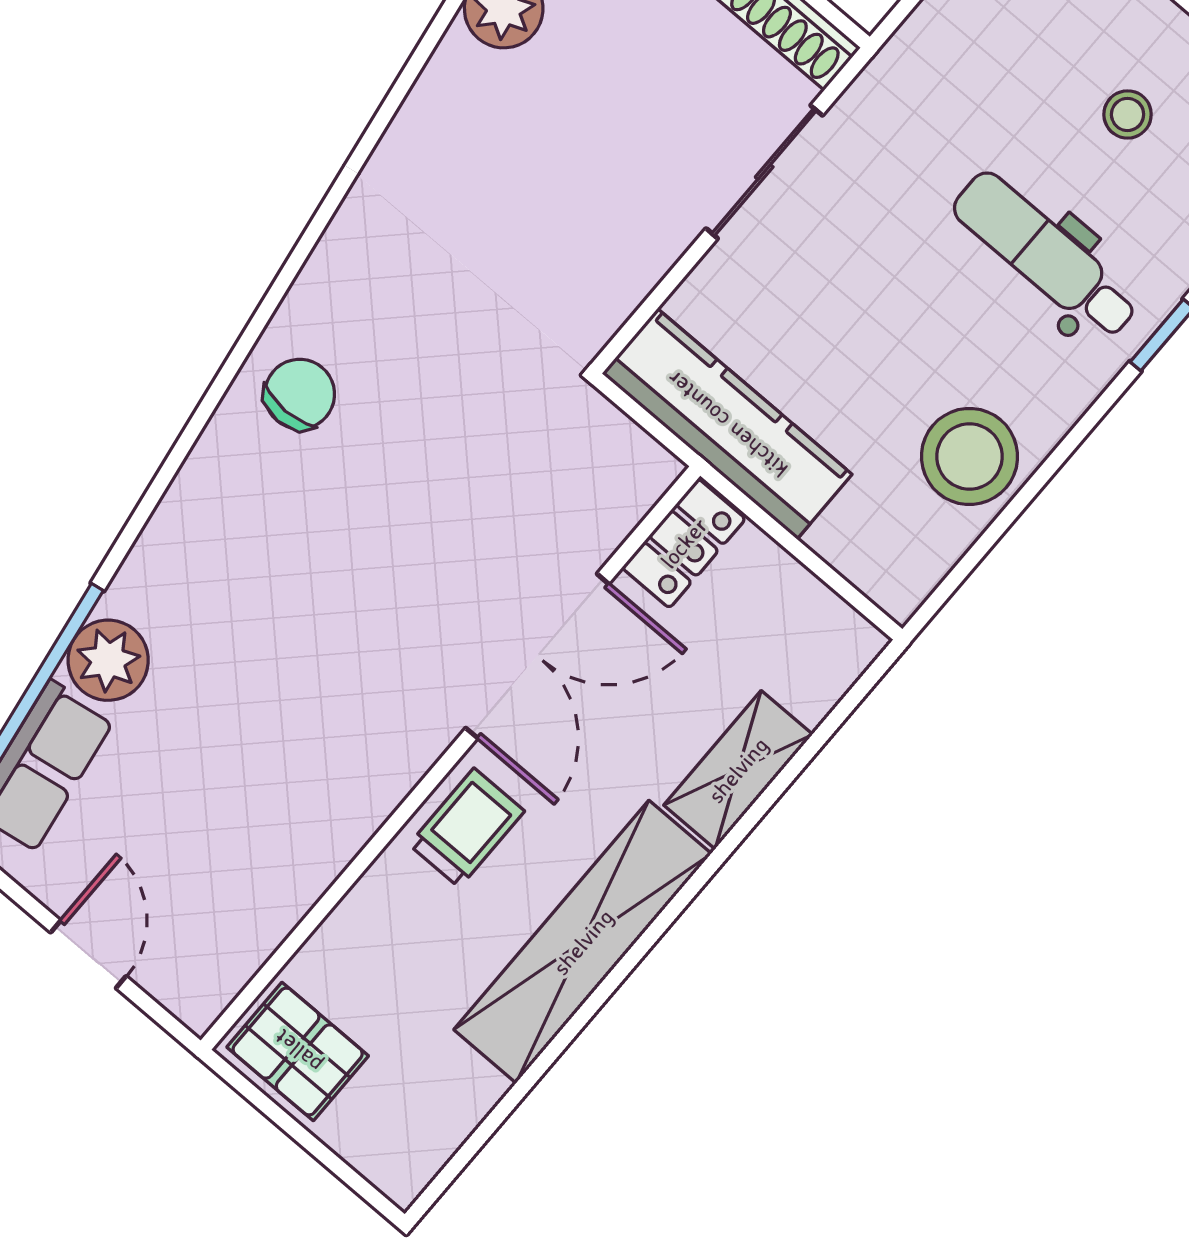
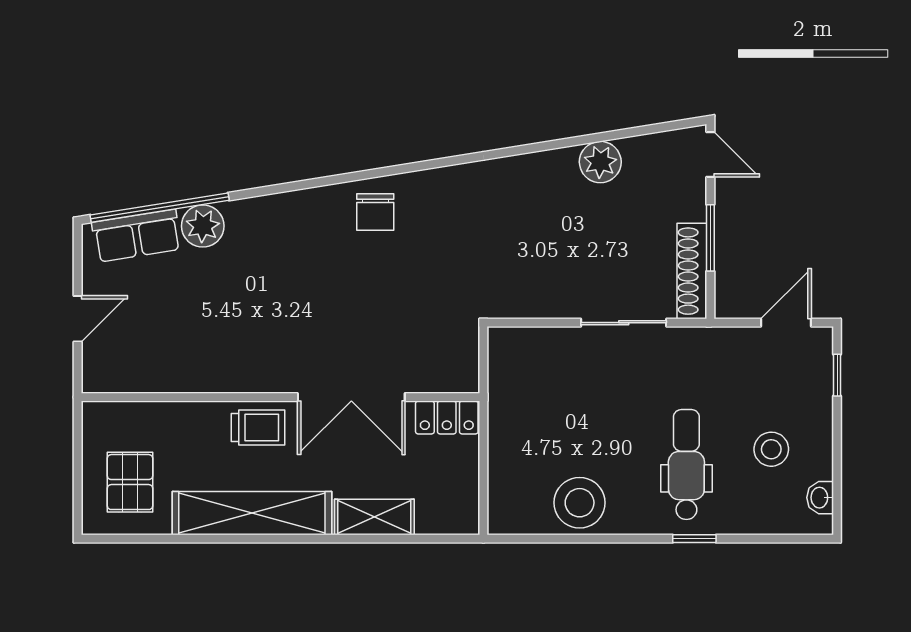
stool: (1128, 114) -> (771, 449), width x1.37, depth x1.37
chair: (300, 394) -> (375, 212), turned 90
kitchen counter: (727, 424) -> (510, 394), removed
pallet: (298, 1051) -> (130, 482), moved

